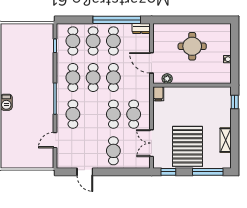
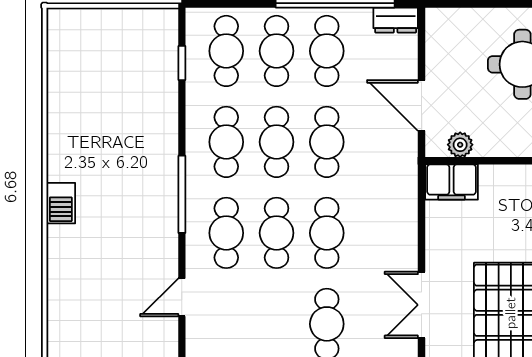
filing cabinet: (158, 94) -> (452, 182), width x2.00
cafe table: (134, 114) -> (277, 233), moved

